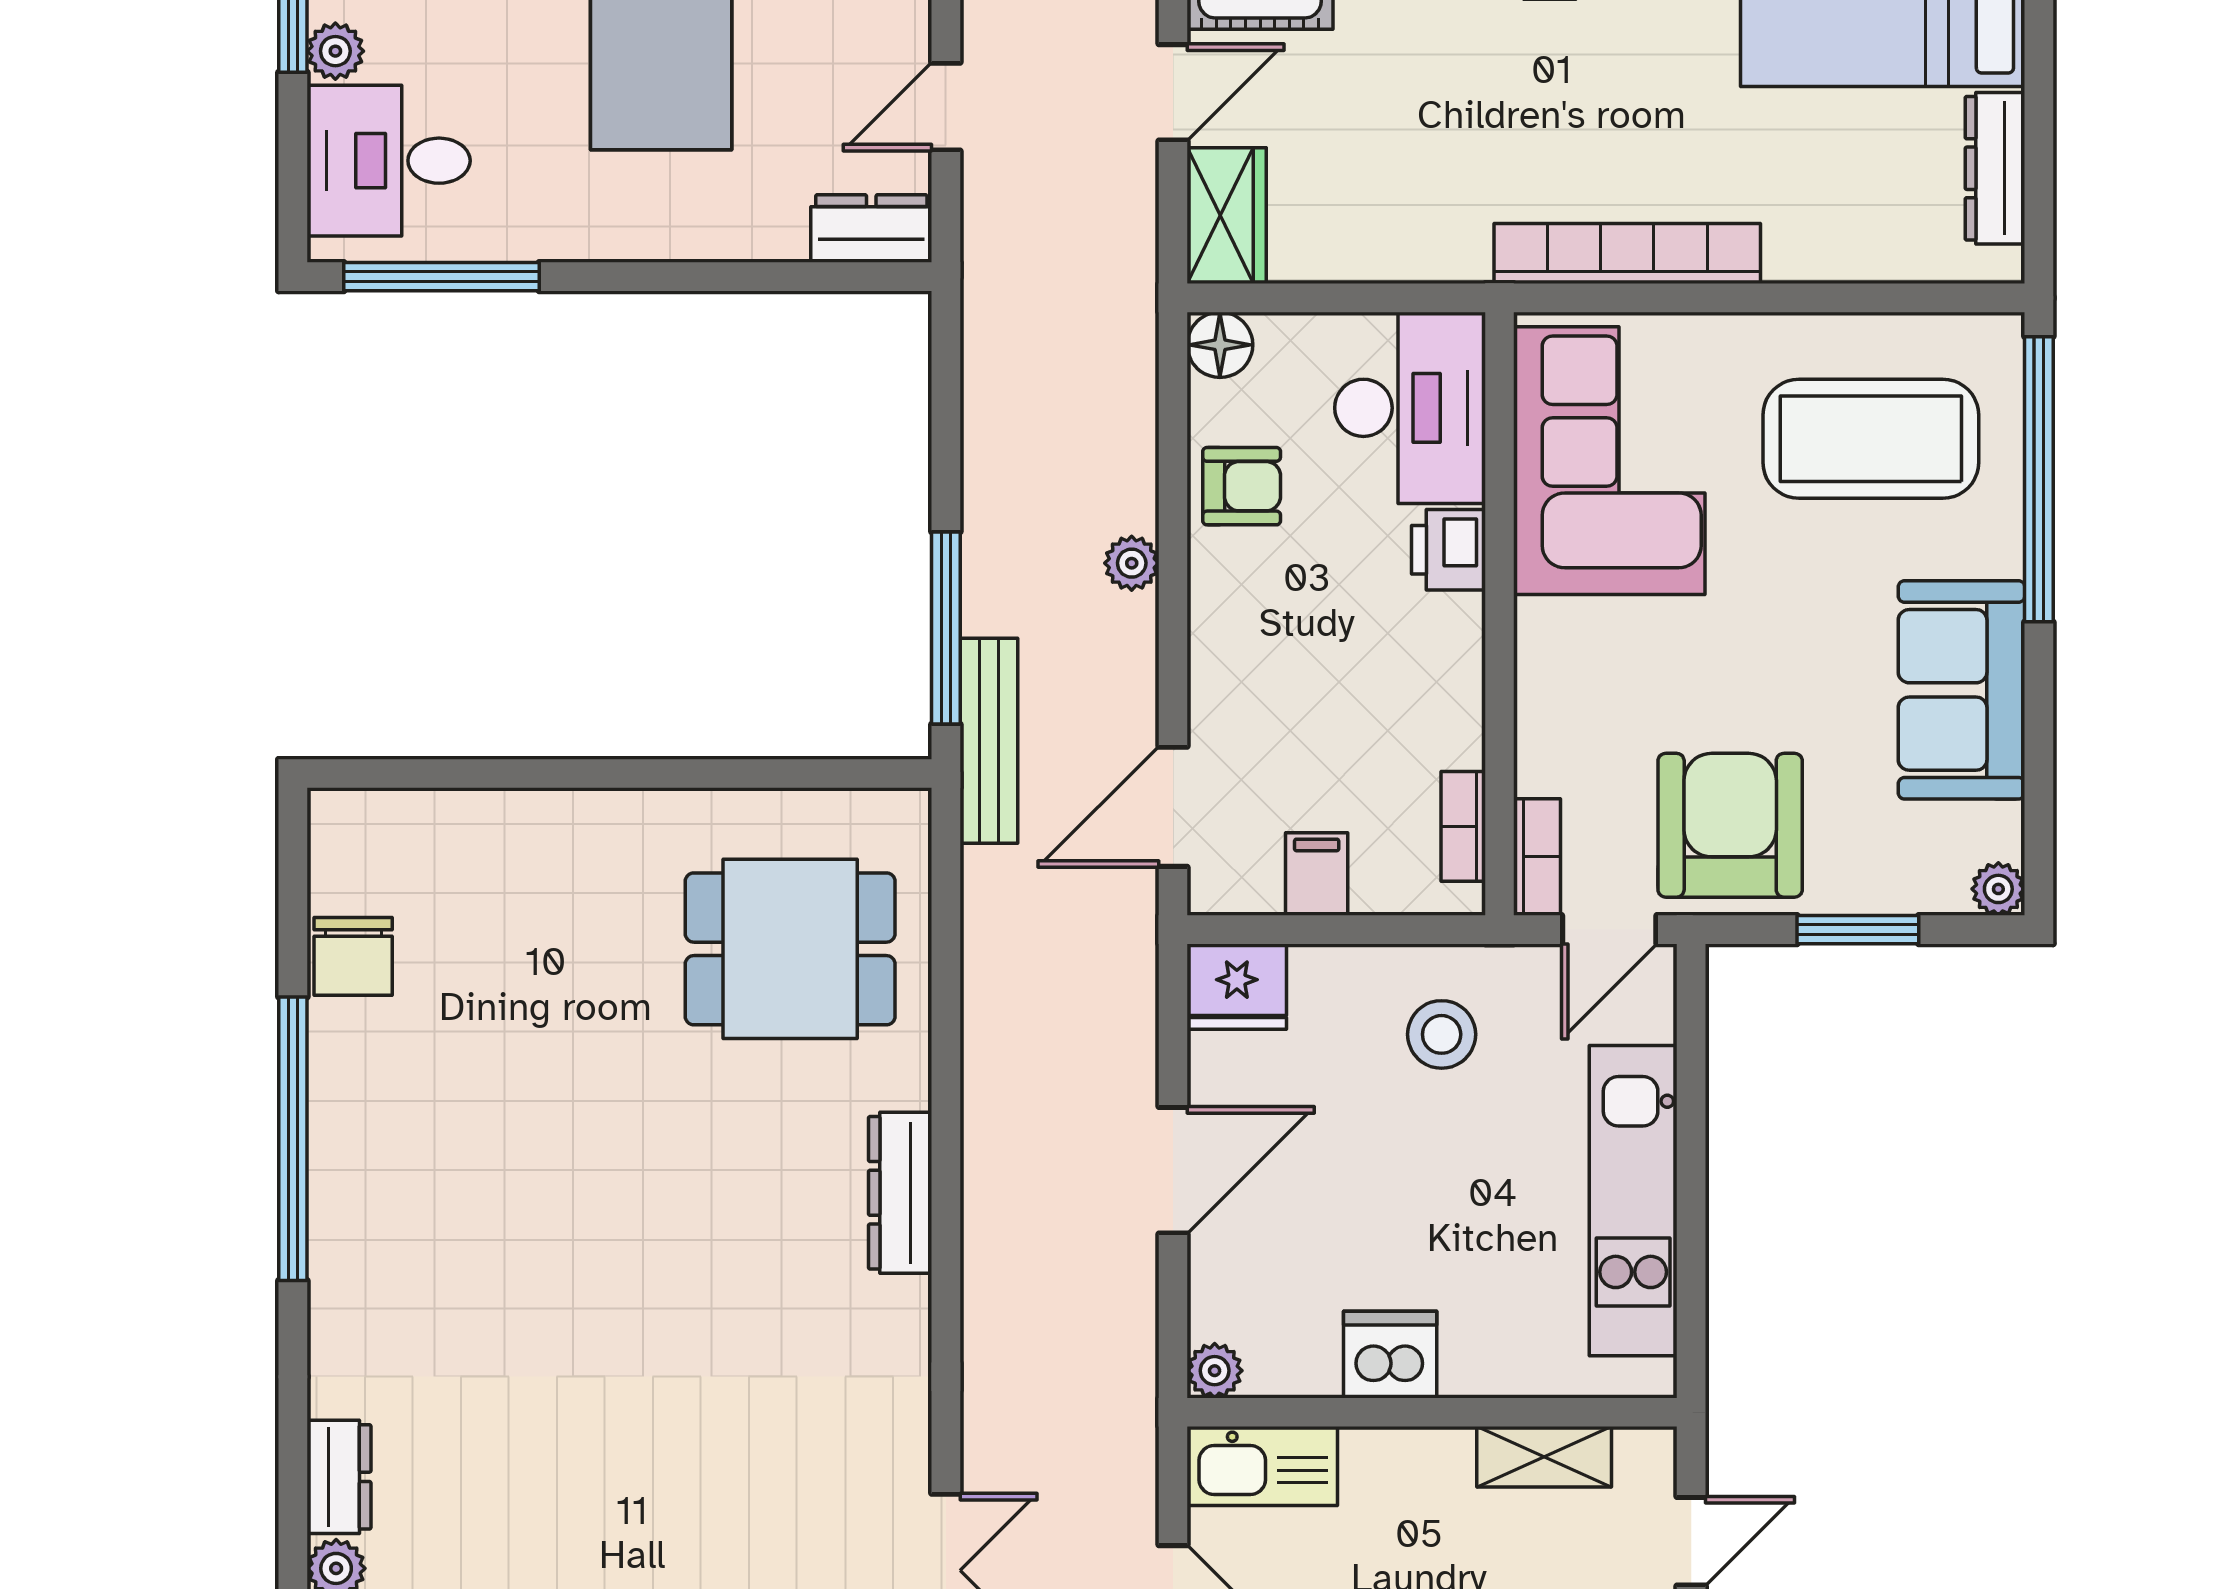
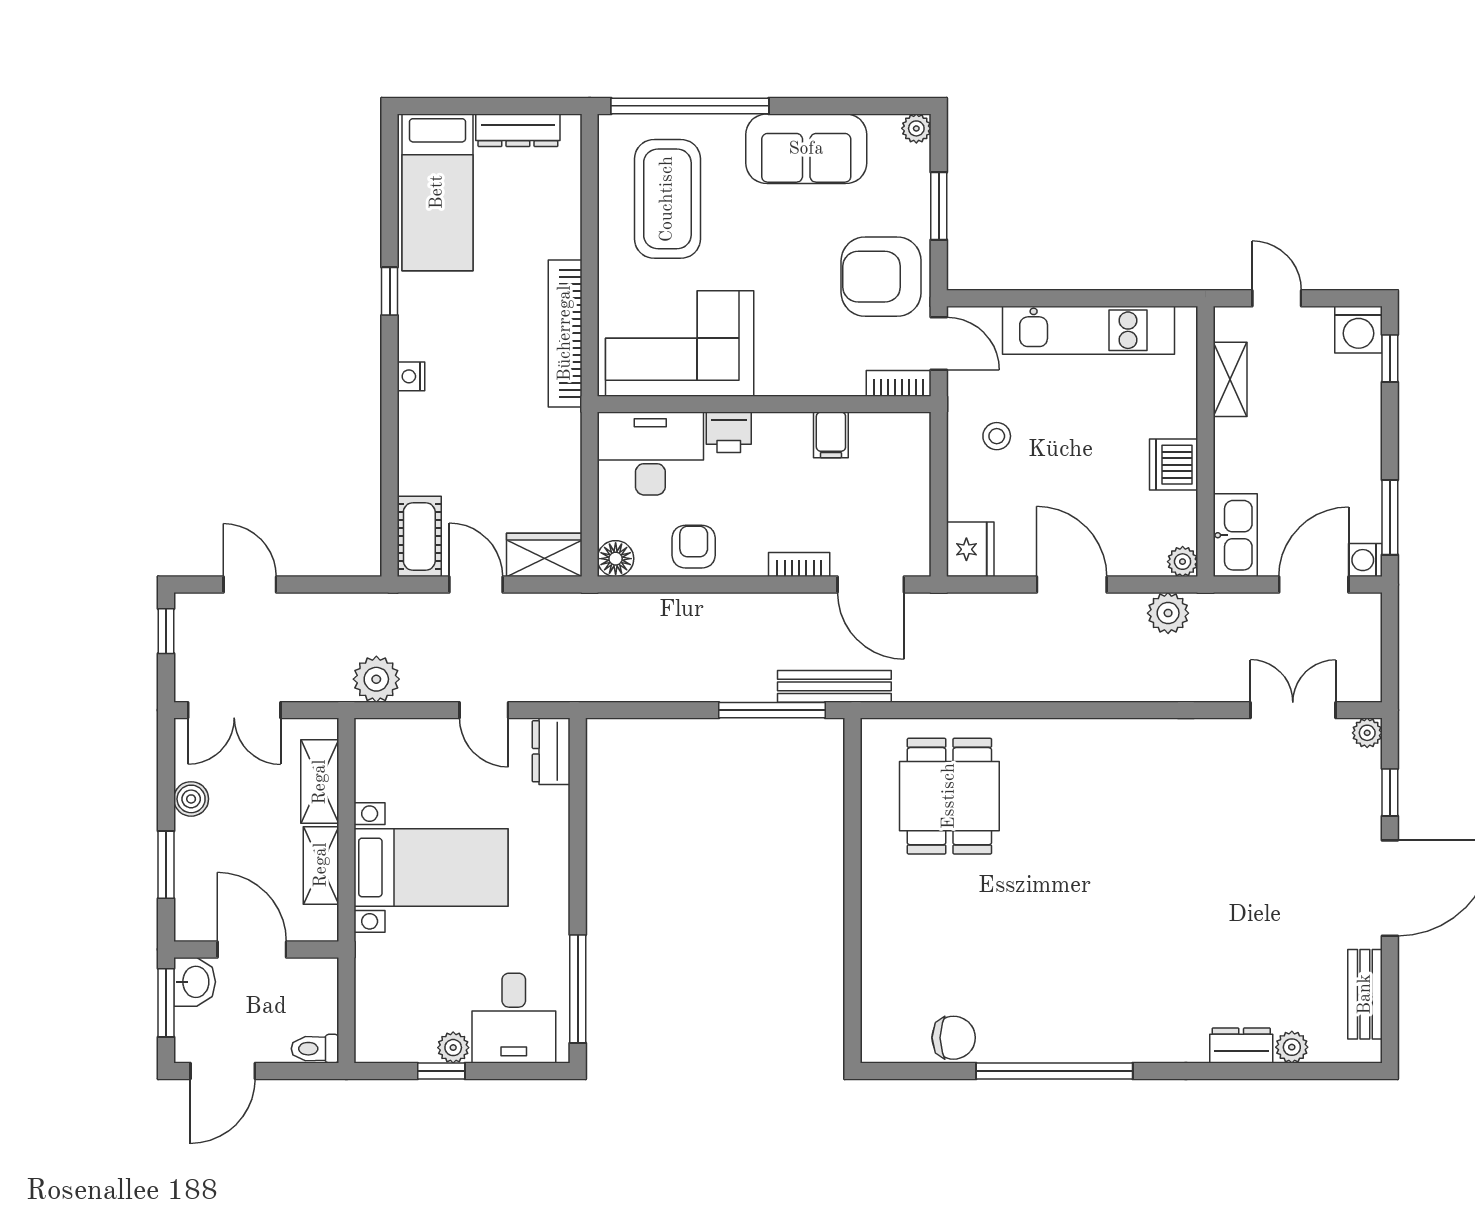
plant: (1132, 563) -> (1168, 613), moved, width x1.38, depth x1.38
bookcase: (1463, 826) -> (799, 565), moved, turned 180
filing cabinet: (1317, 874) -> (831, 435), moved, turned -90
stool: (1442, 1034) -> (997, 436), width x0.73, depth x0.73
dresser: (900, 1193) -> (1084, 735), removed

